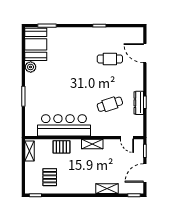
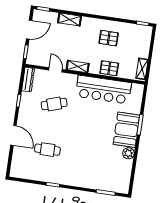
booth: (36, 44) -> (126, 130), moved
door: (145, 53) -> (13, 135), moved
dresser: (139, 103) -> (28, 80), moved
door: (127, 138) -> (55, 70), moved
pallet: (50, 177) -> (109, 38), moved, turned 90

